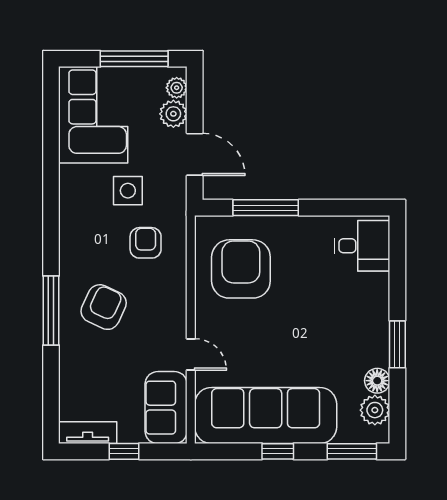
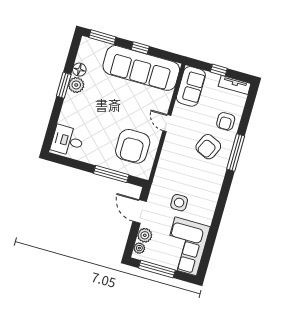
armchair: (146, 243) -> (226, 121), moved
door: (191, 354) -> (167, 123), moved
plant: (375, 410) -> (76, 85), moved

